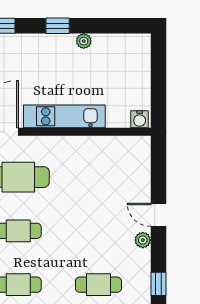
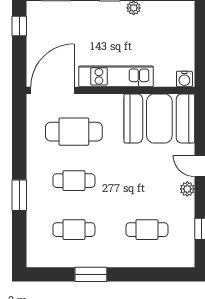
booth: (112, 163) -> (159, 118), added

